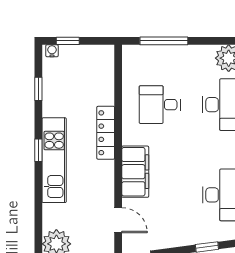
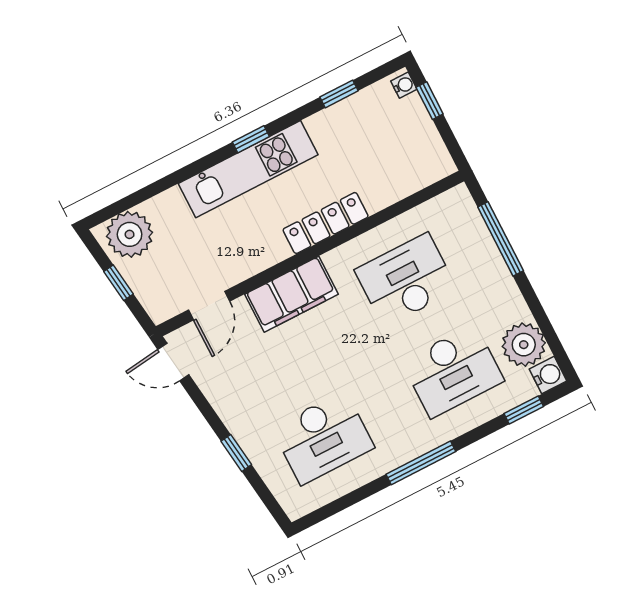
desk: (160, 105) -> (406, 280), width x1.37

